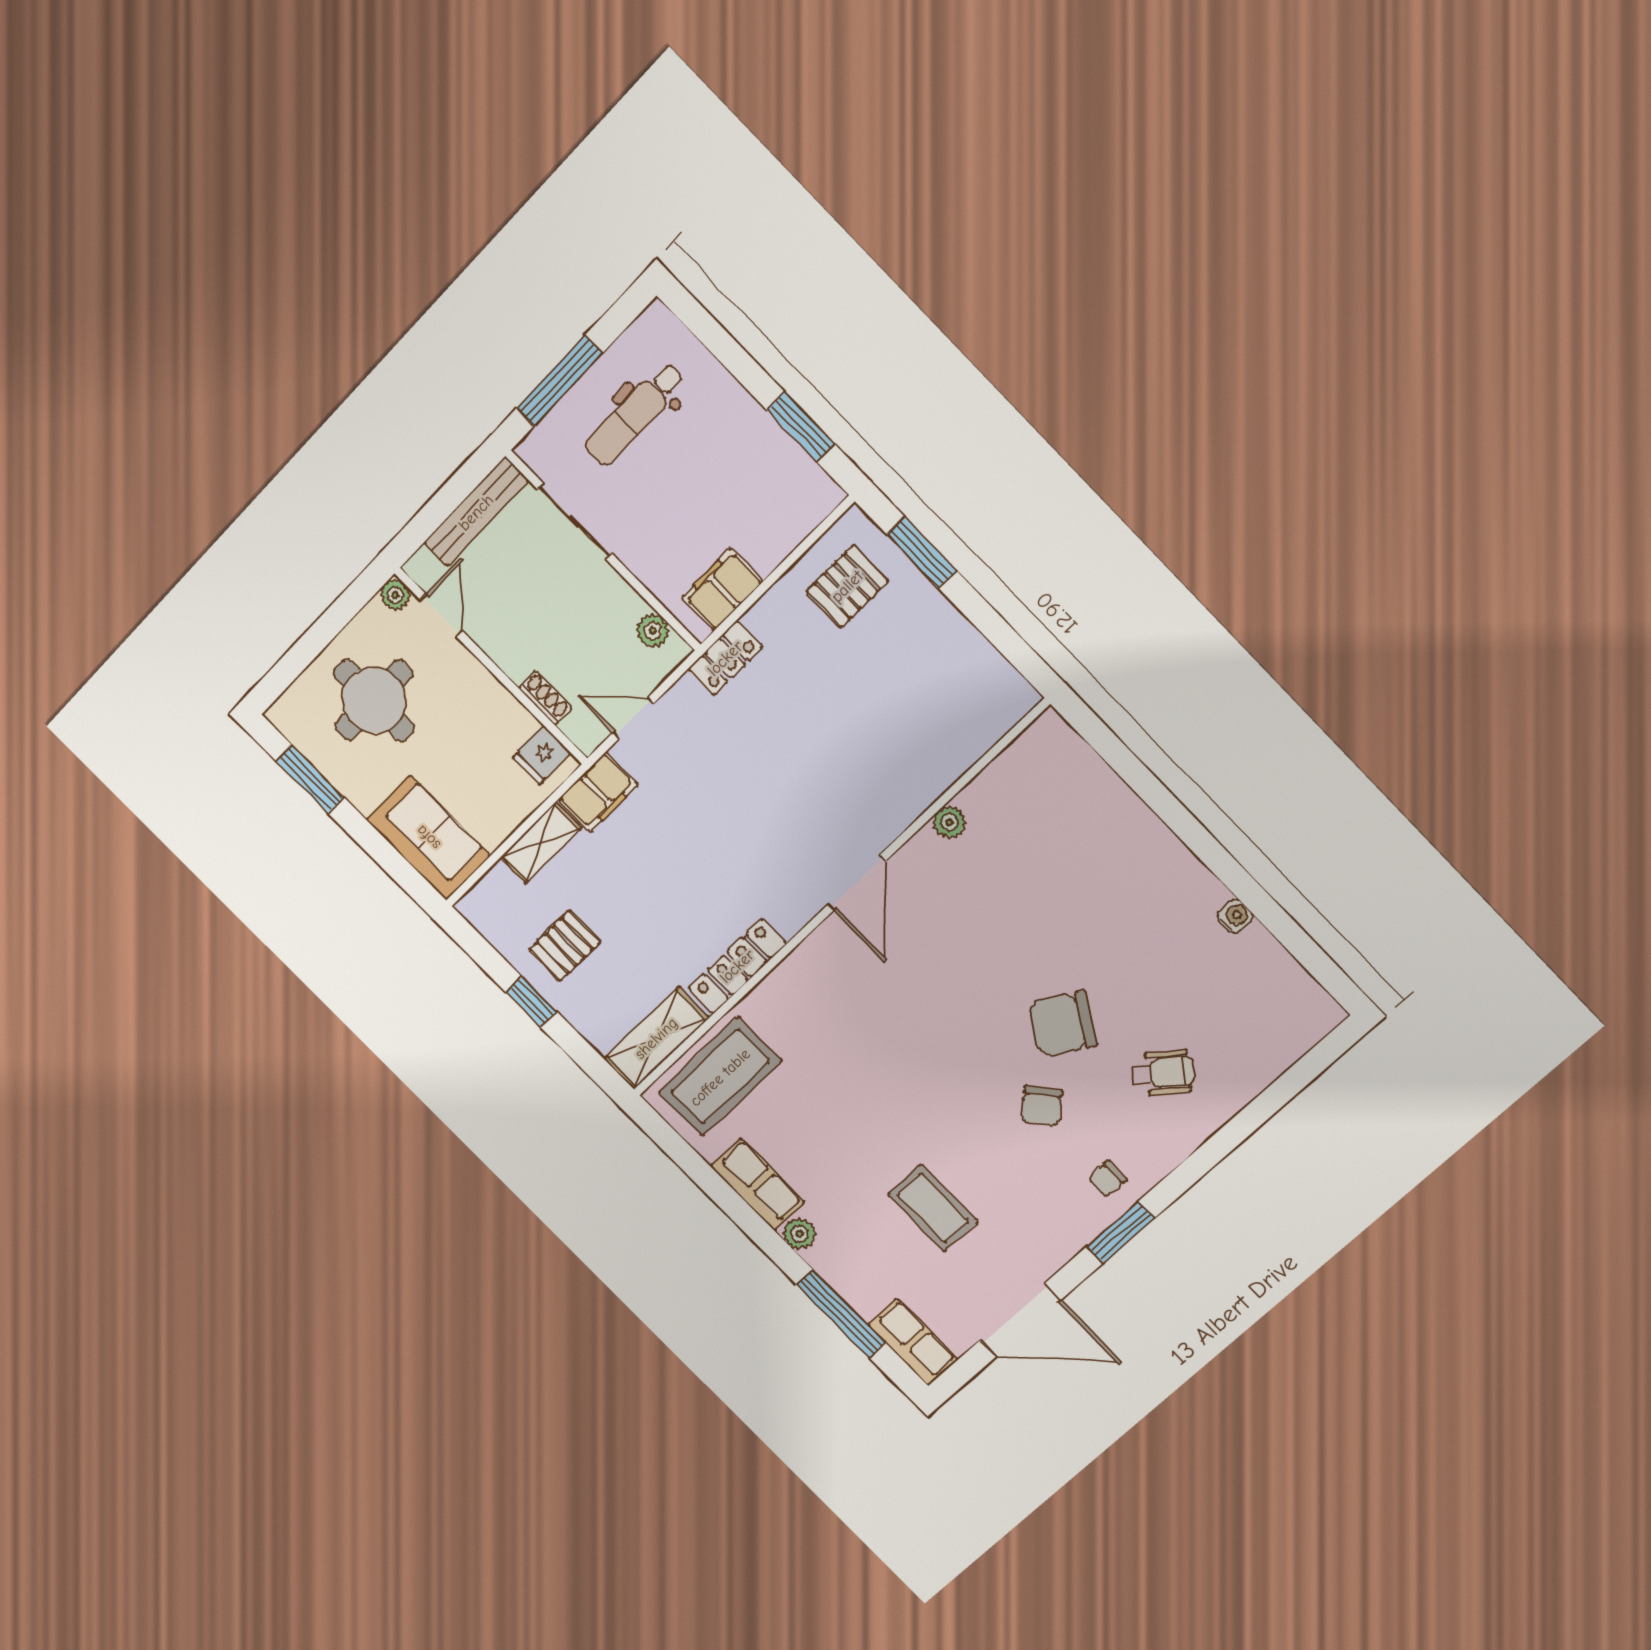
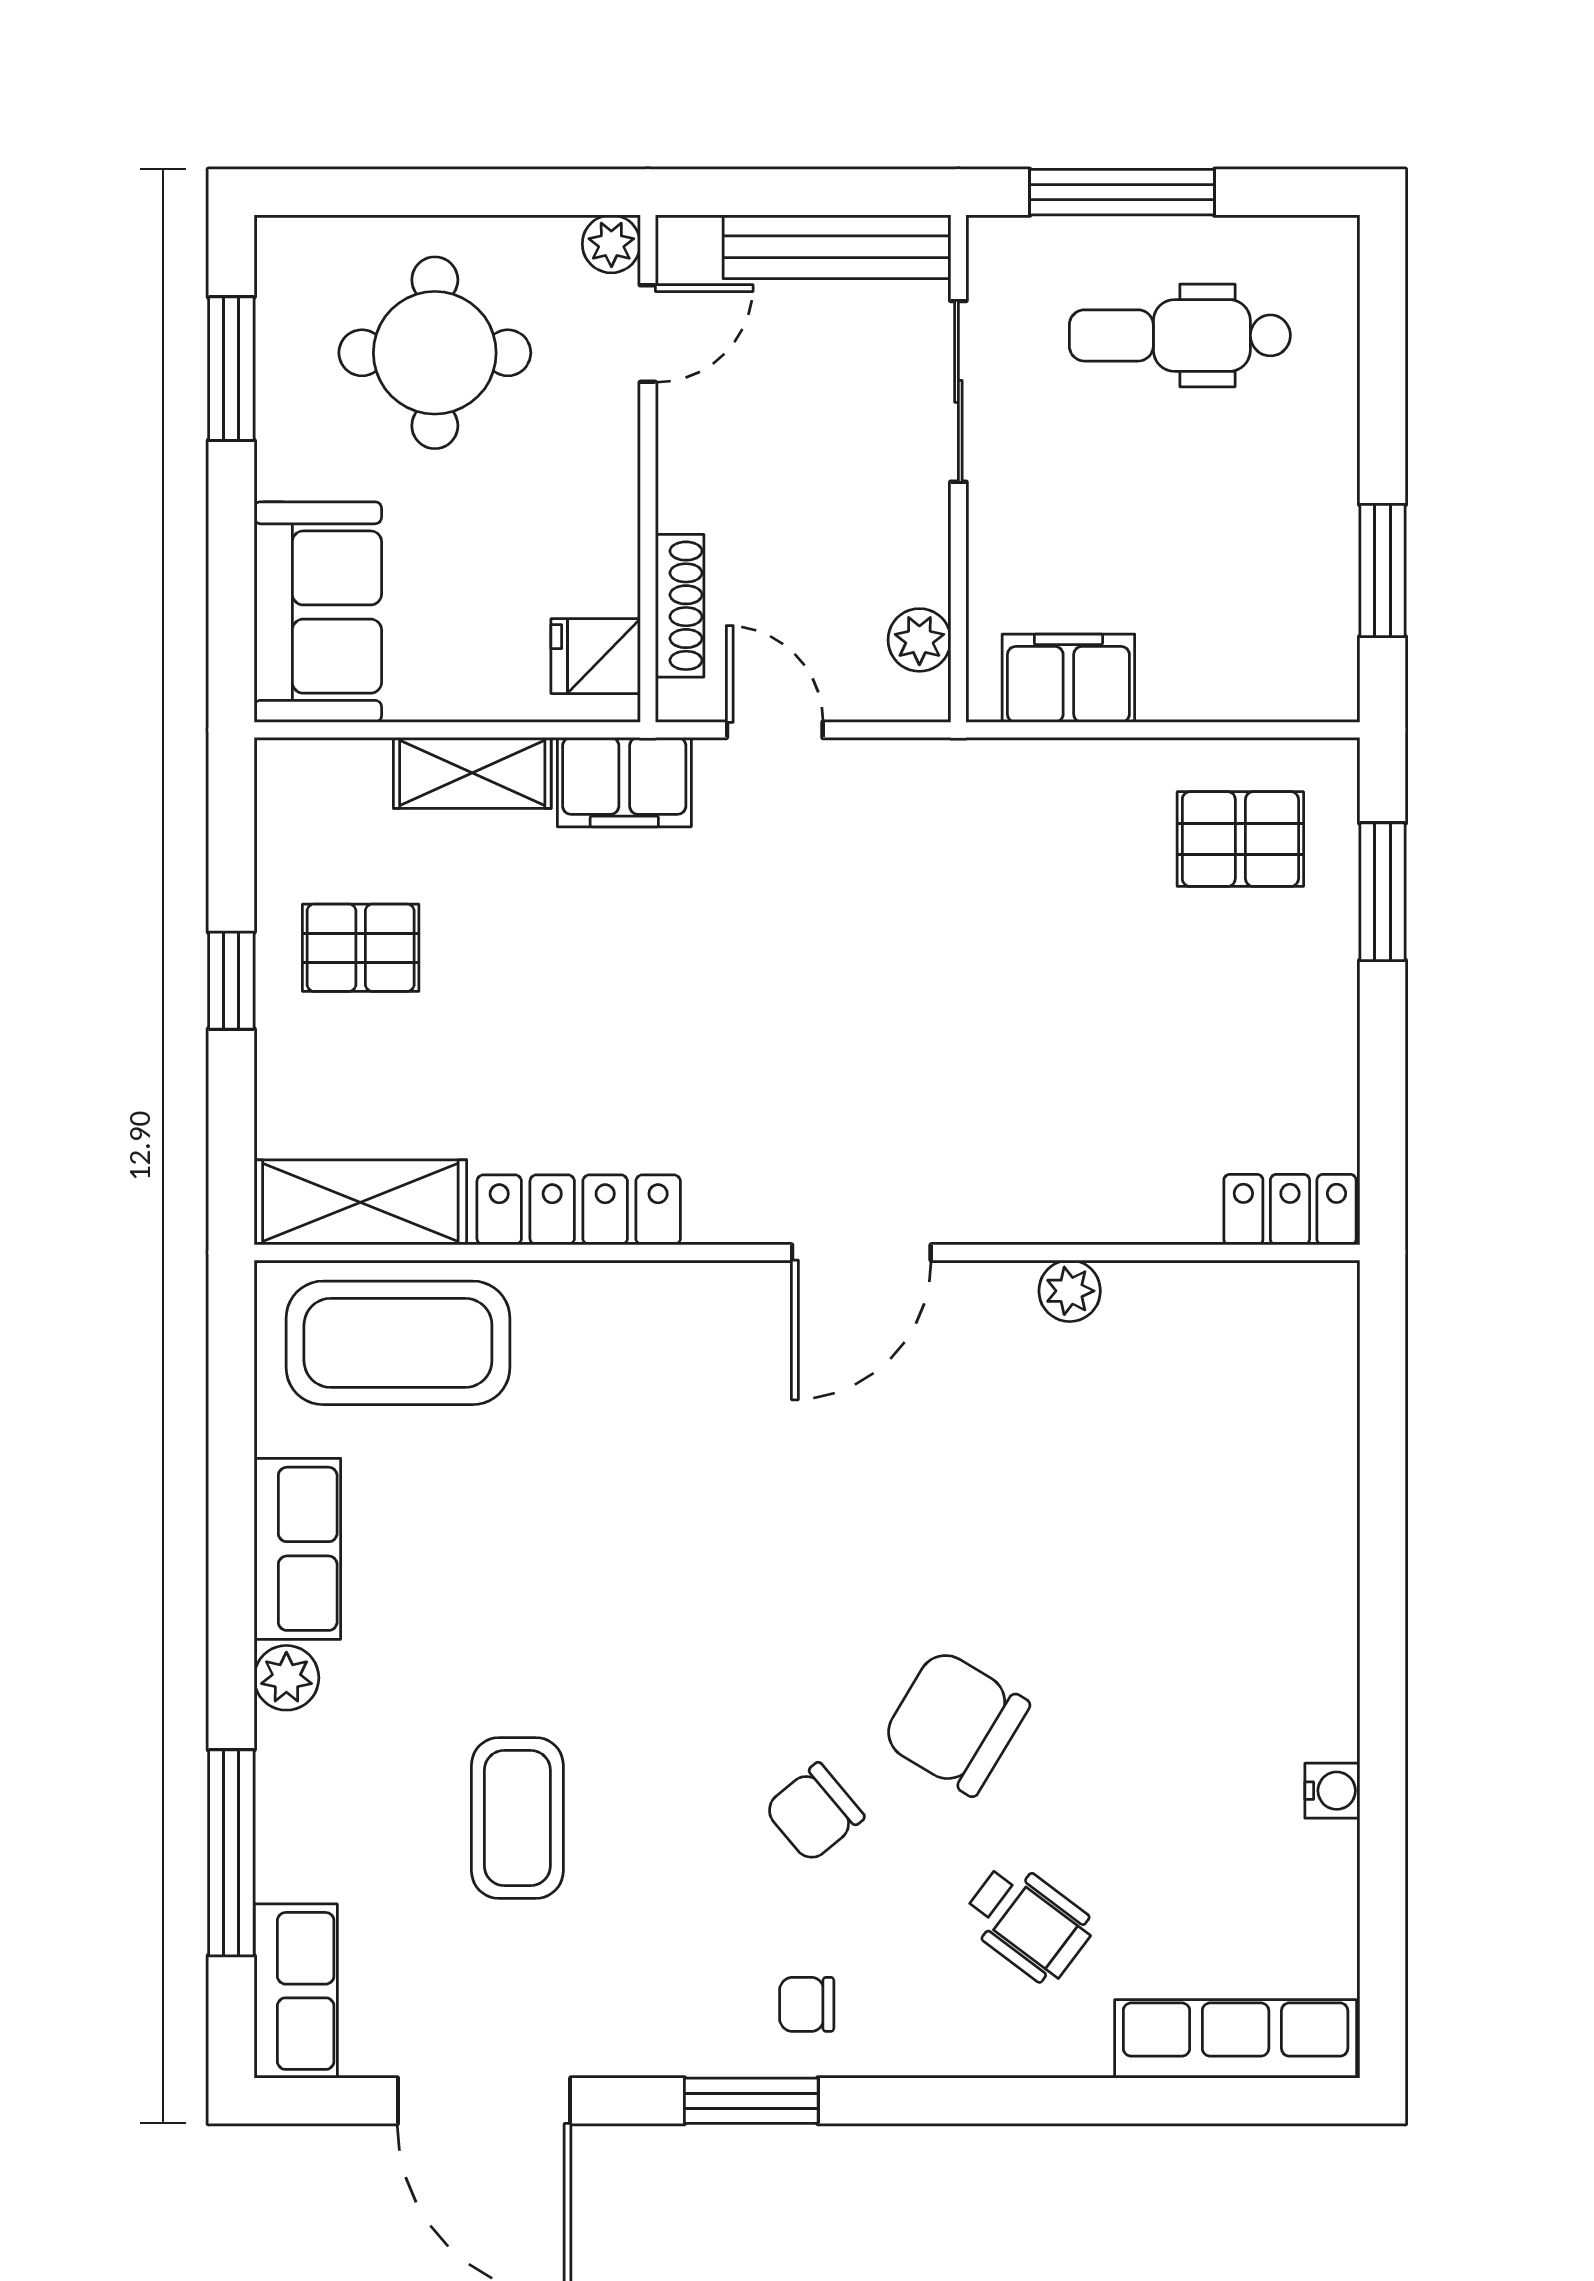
locker: (725, 658) -> (1290, 1210), moved, turned 180
shoe rack: (545, 698) -> (680, 606), width x1.43
row of seats: (1287, 1044) -> (1236, 2039), added

